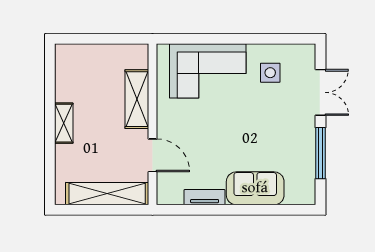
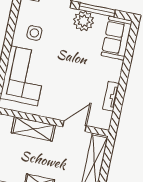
plant: (301, 137) -> (84, 21), added
sofa: (255, 188) -> (117, 38), moved

